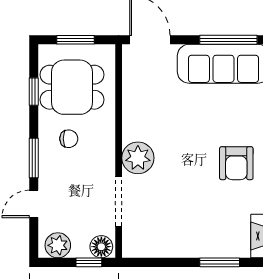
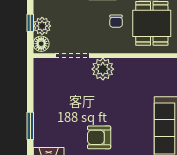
plant: (58, 245) -> (42, 26), moved
window: (89, 262) -> (30, 23), moved

